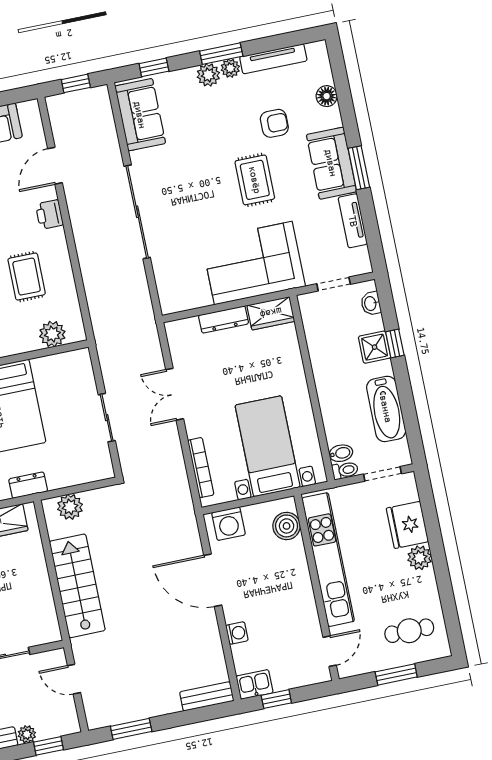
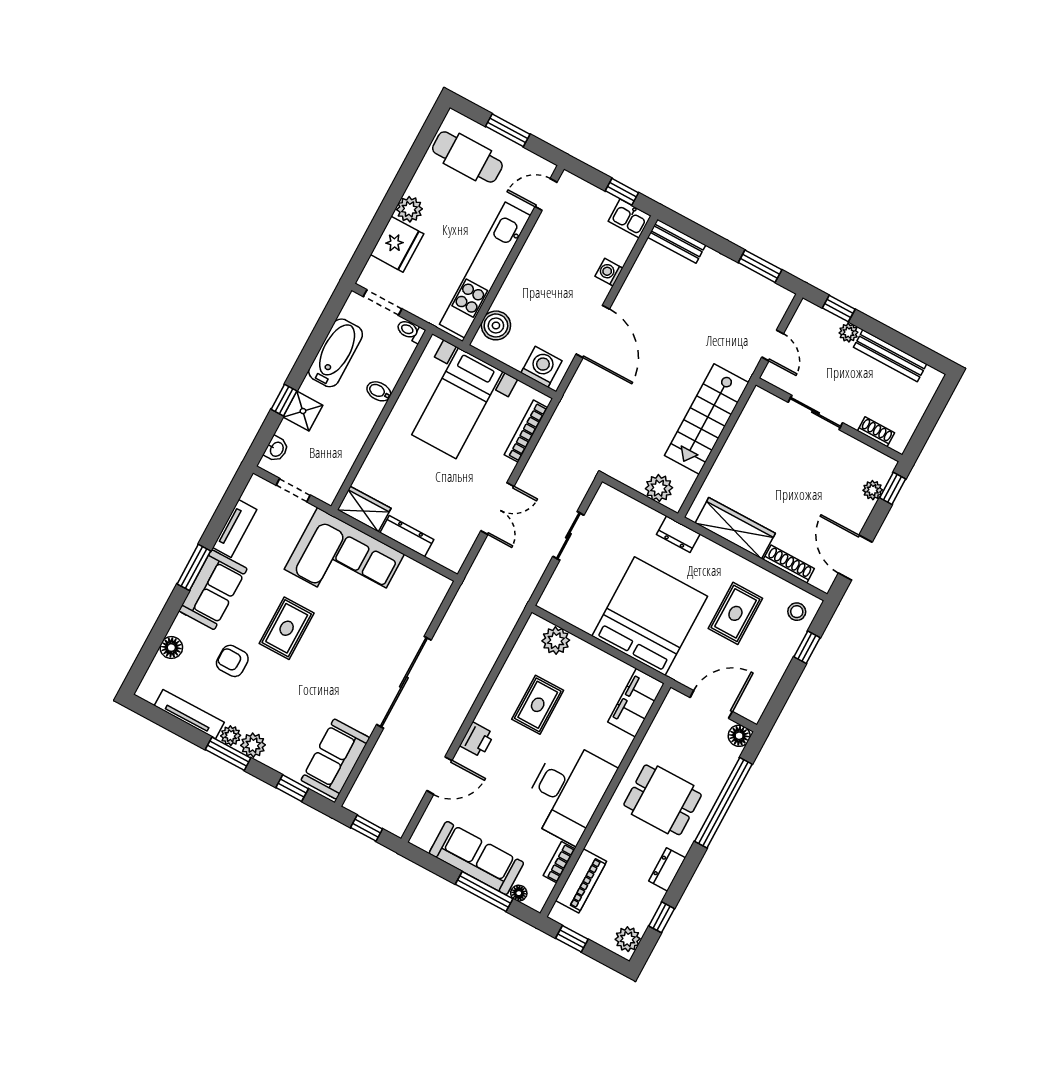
bidet: (341, 453) -> (379, 391), moved
cafe table: (409, 631) -> (467, 157), width x1.37, depth x1.35

